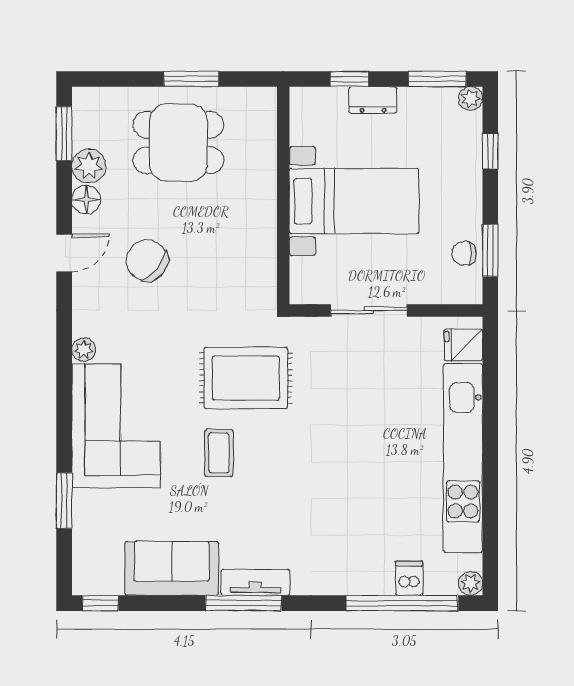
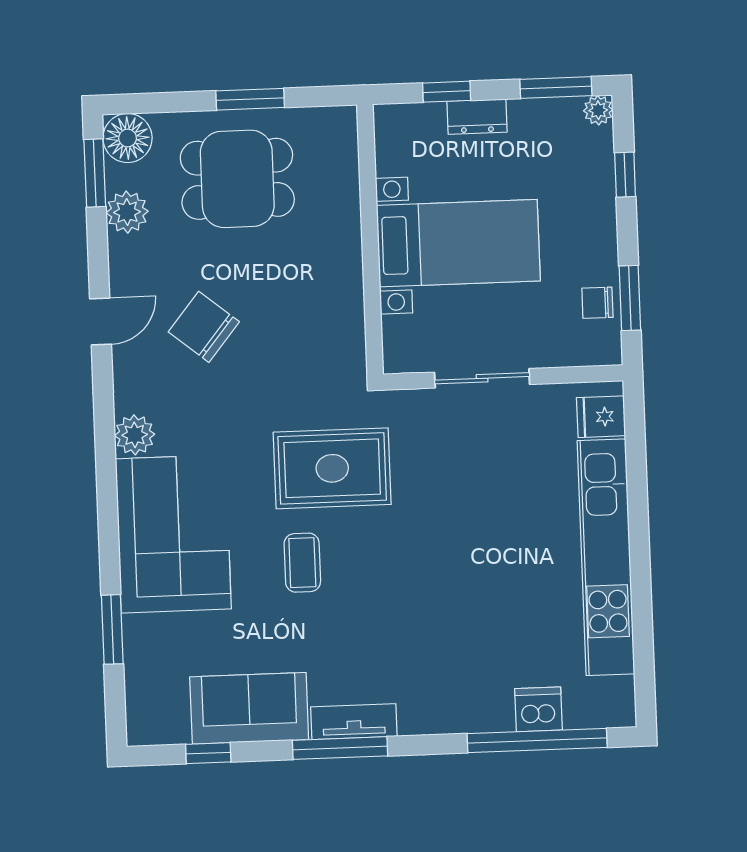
floor lamp: (86, 200) -> (128, 138), moved, width x1.38, depth x1.38
plant: (84, 350) -> (135, 435), width x1.38, depth x1.38
dishwasher: (409, 578) -> (538, 709), width x1.38
plant: (470, 583) -> (621, 713), removed
window: (100, 603) -> (208, 753), moved

